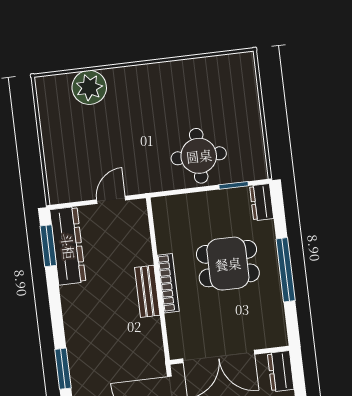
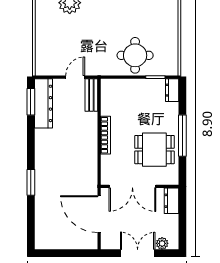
dining table: (228, 264) -> (154, 150), moved
bench: (147, 291) -> (91, 95), moved

